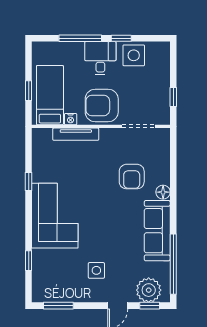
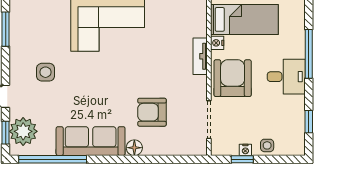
window: (121, 38) -> (309, 122), moved
side table: (134, 55) -> (267, 145), moved, width x0.54, depth x0.54
nightstand: (165, 94) -> (245, 150), added
tv unit: (76, 134) -> (200, 56), width x0.71

